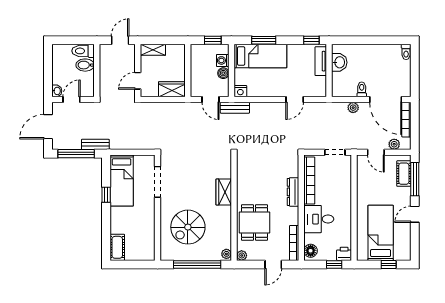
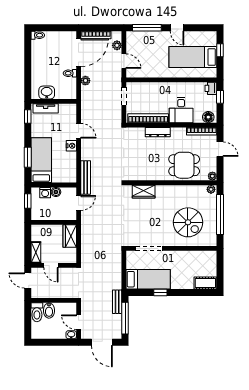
door: (138, 81) -> (51, 265), moved
nightstand: (240, 91) -> (71, 146), moved
bench: (235, 108) -> (86, 177), width x1.36
door: (376, 152) -> (124, 61), hinge flipped
cot: (404, 174) -> (142, 37), removed
wardrobe: (224, 192) -> (144, 192), moved

